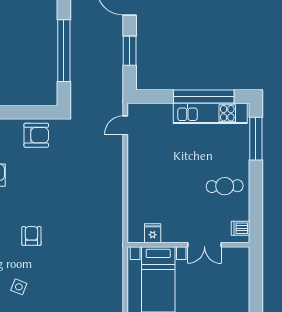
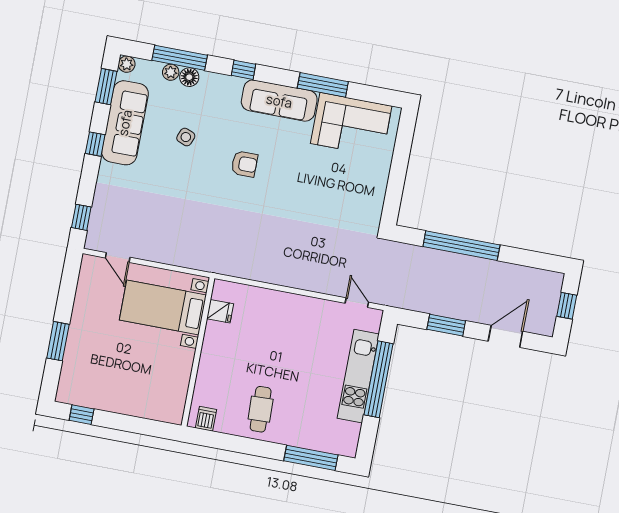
window: (204, 97) -> (379, 379), moved
kitchen unit: (210, 113) -> (358, 376), moved
armchair: (36, 135) -> (365, 193), removed
double door: (204, 245) -> (194, 371), removed

